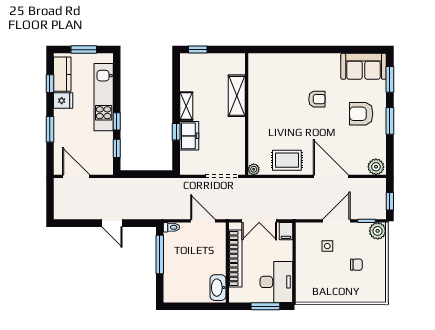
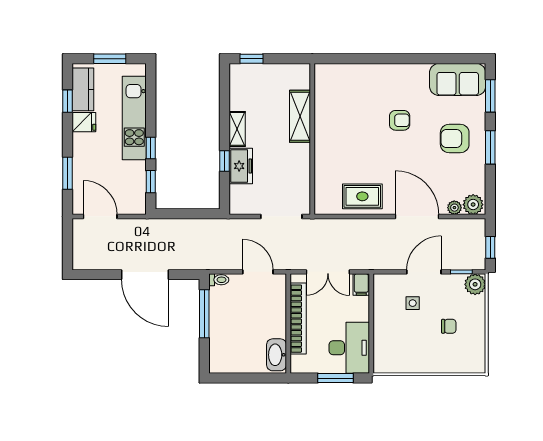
window: (50, 129) -> (68, 173), moved
plant: (254, 169) -> (454, 208), moved
door: (112, 223) -> (145, 275), width x1.88

